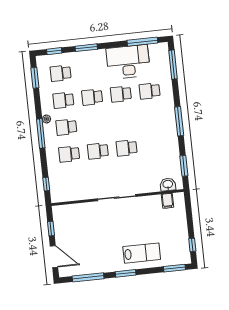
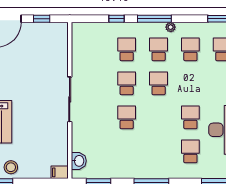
school desk: (92, 97) -> (159, 83), moved
window: (46, 184) -> (116, 19), moved
filing cabinet: (168, 201) -> (60, 172), moved
stool: (179, 241) -> (11, 167), added

